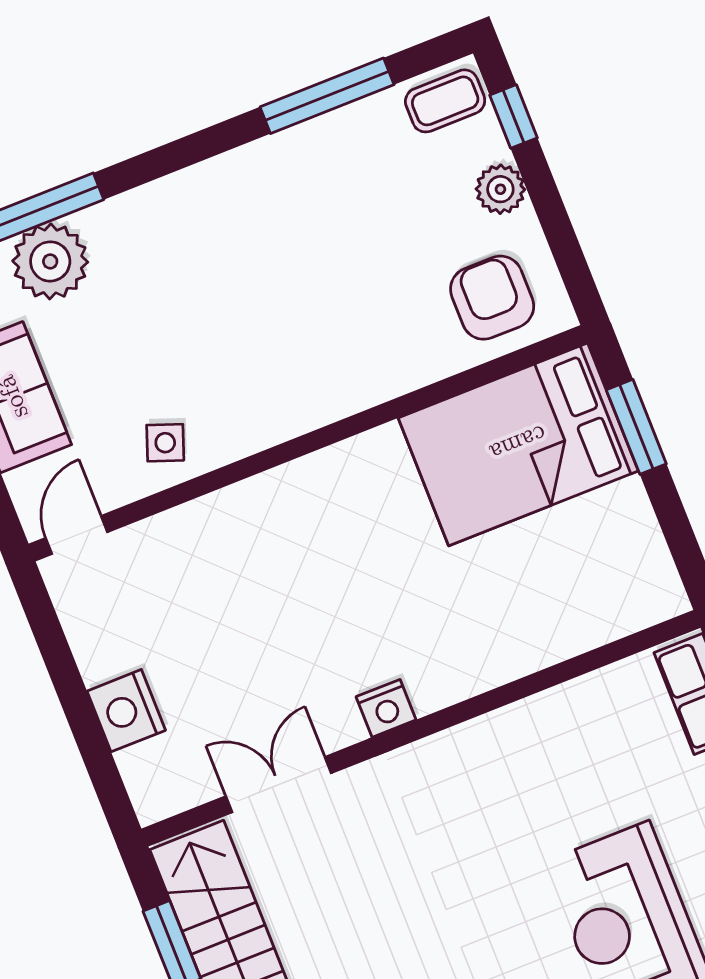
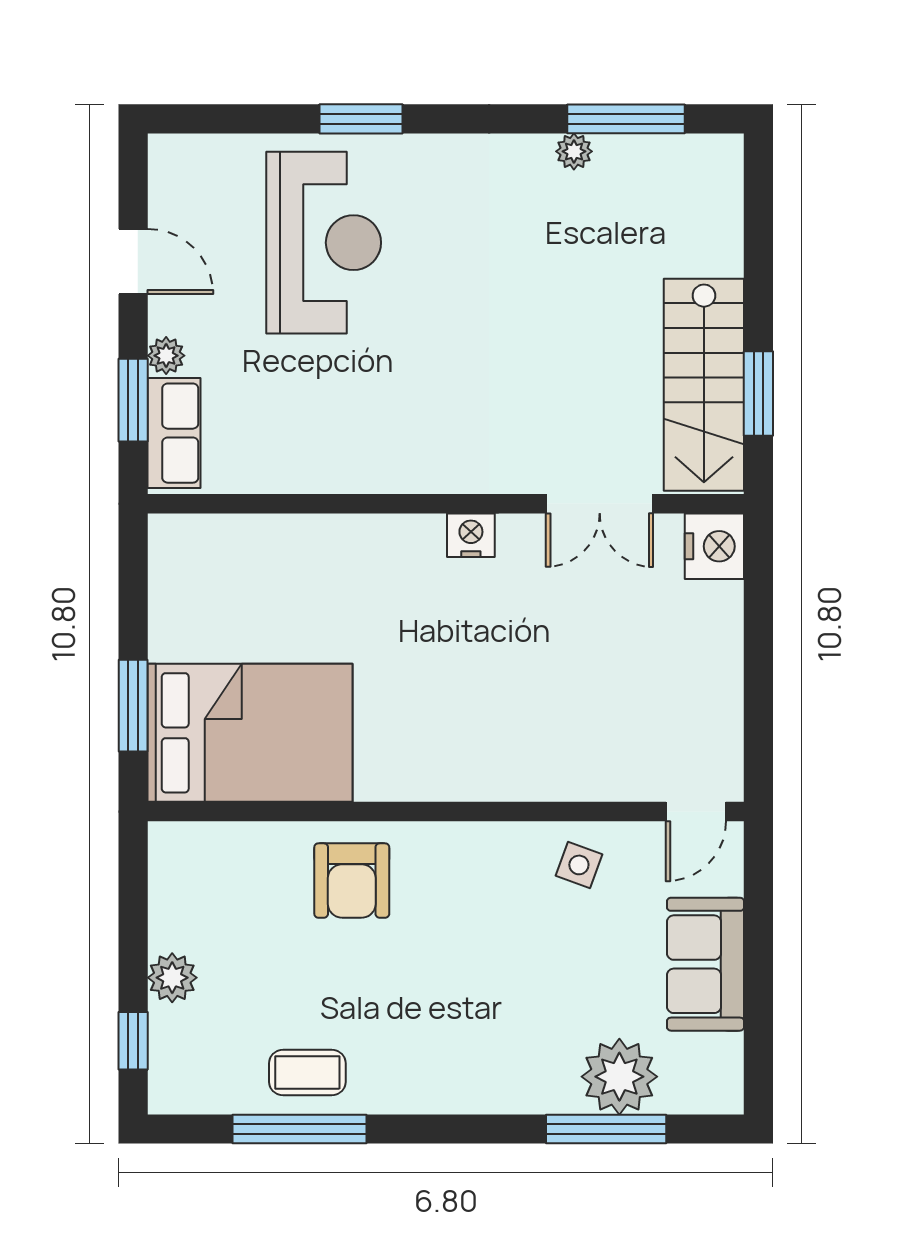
coffee table: (445, 101) -> (307, 1073), moved
armchair: (492, 298) -> (352, 881), moved
nightstand: (126, 711) -> (714, 546), moved

